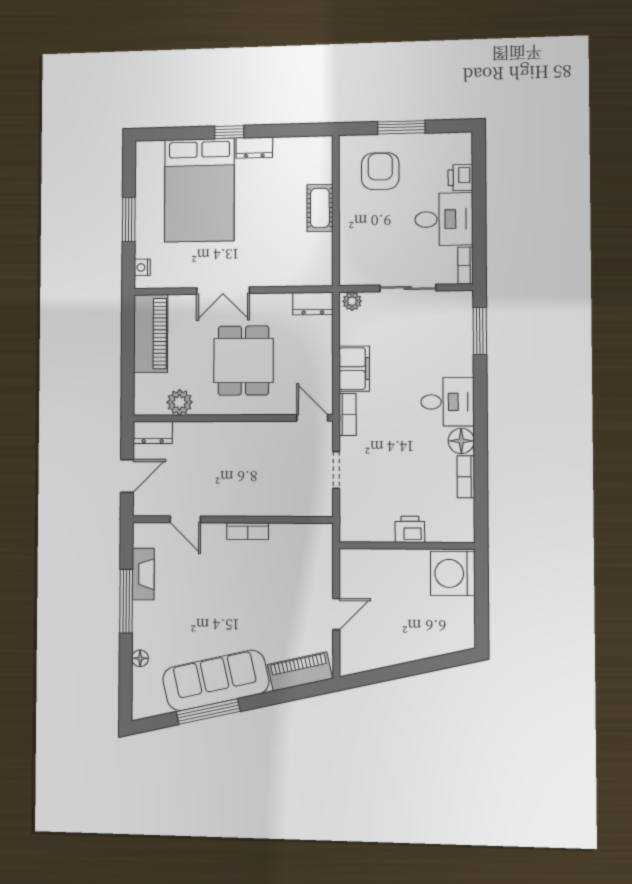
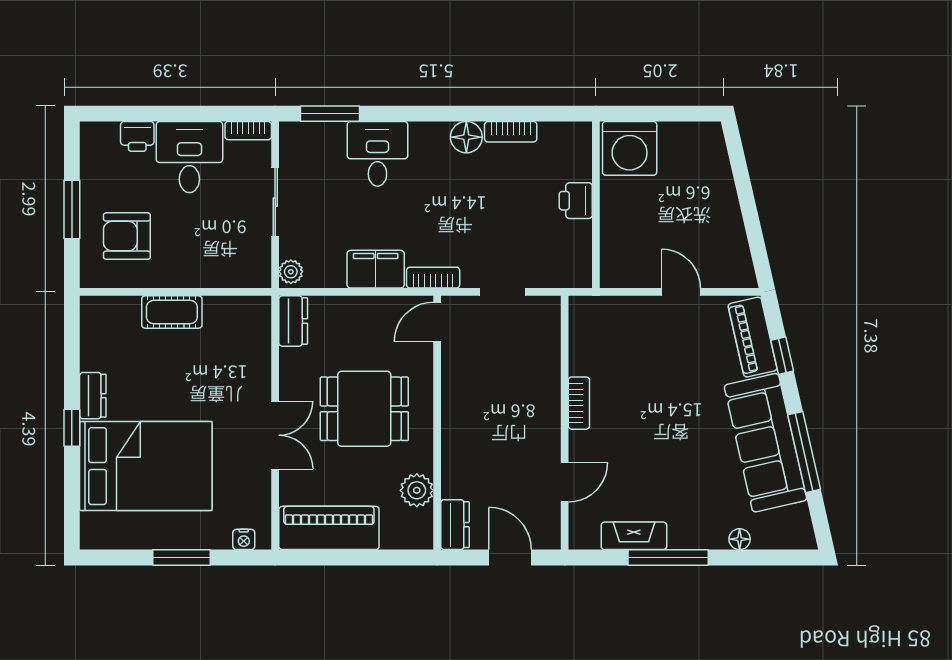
desk: (447, 402) -> (377, 154), moved
window: (285, 695) -> (782, 356), added

